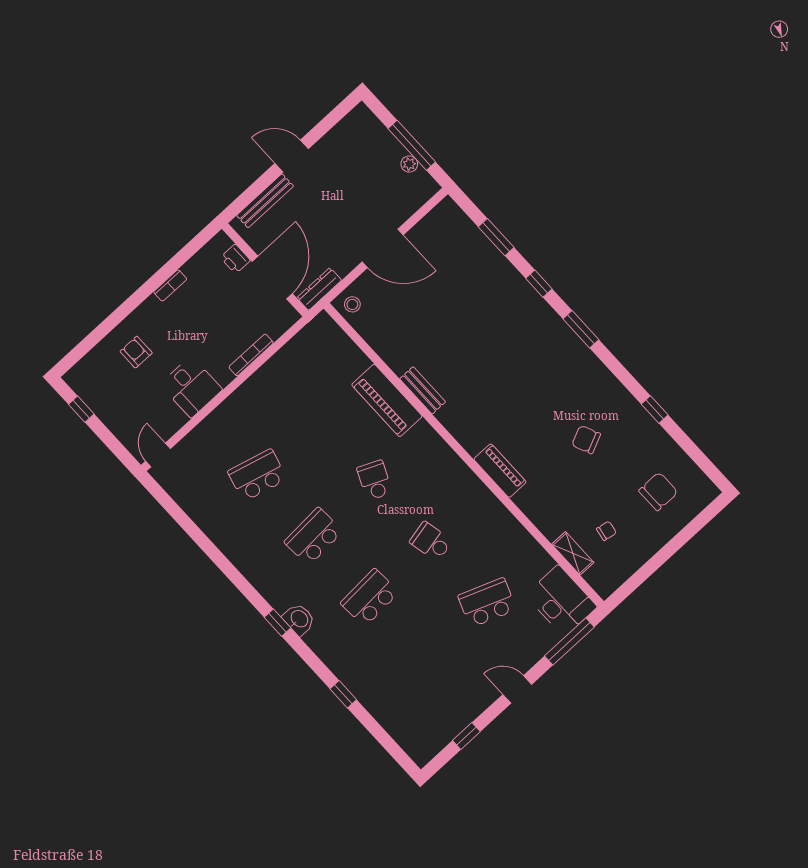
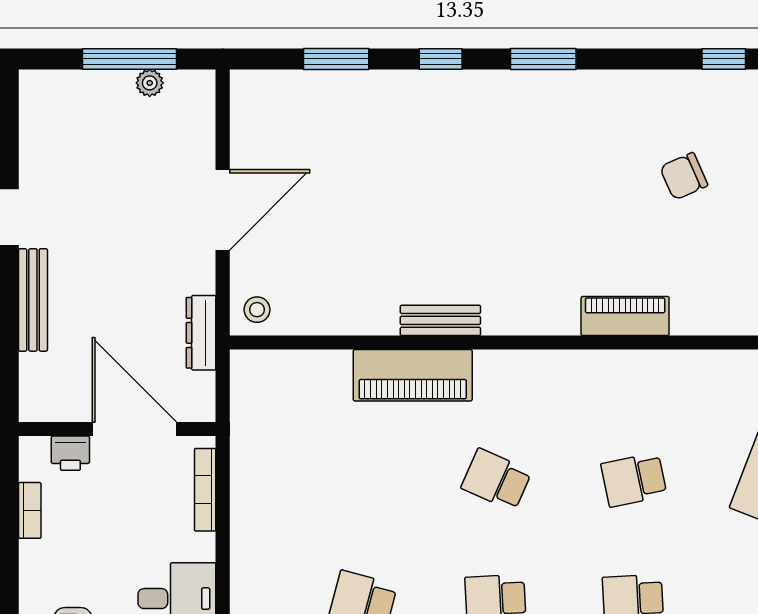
printer: (235, 259) -> (70, 453), moved
wall: (265, 270) -> (117, 429), moved
door: (272, 277) -> (134, 429), moved

